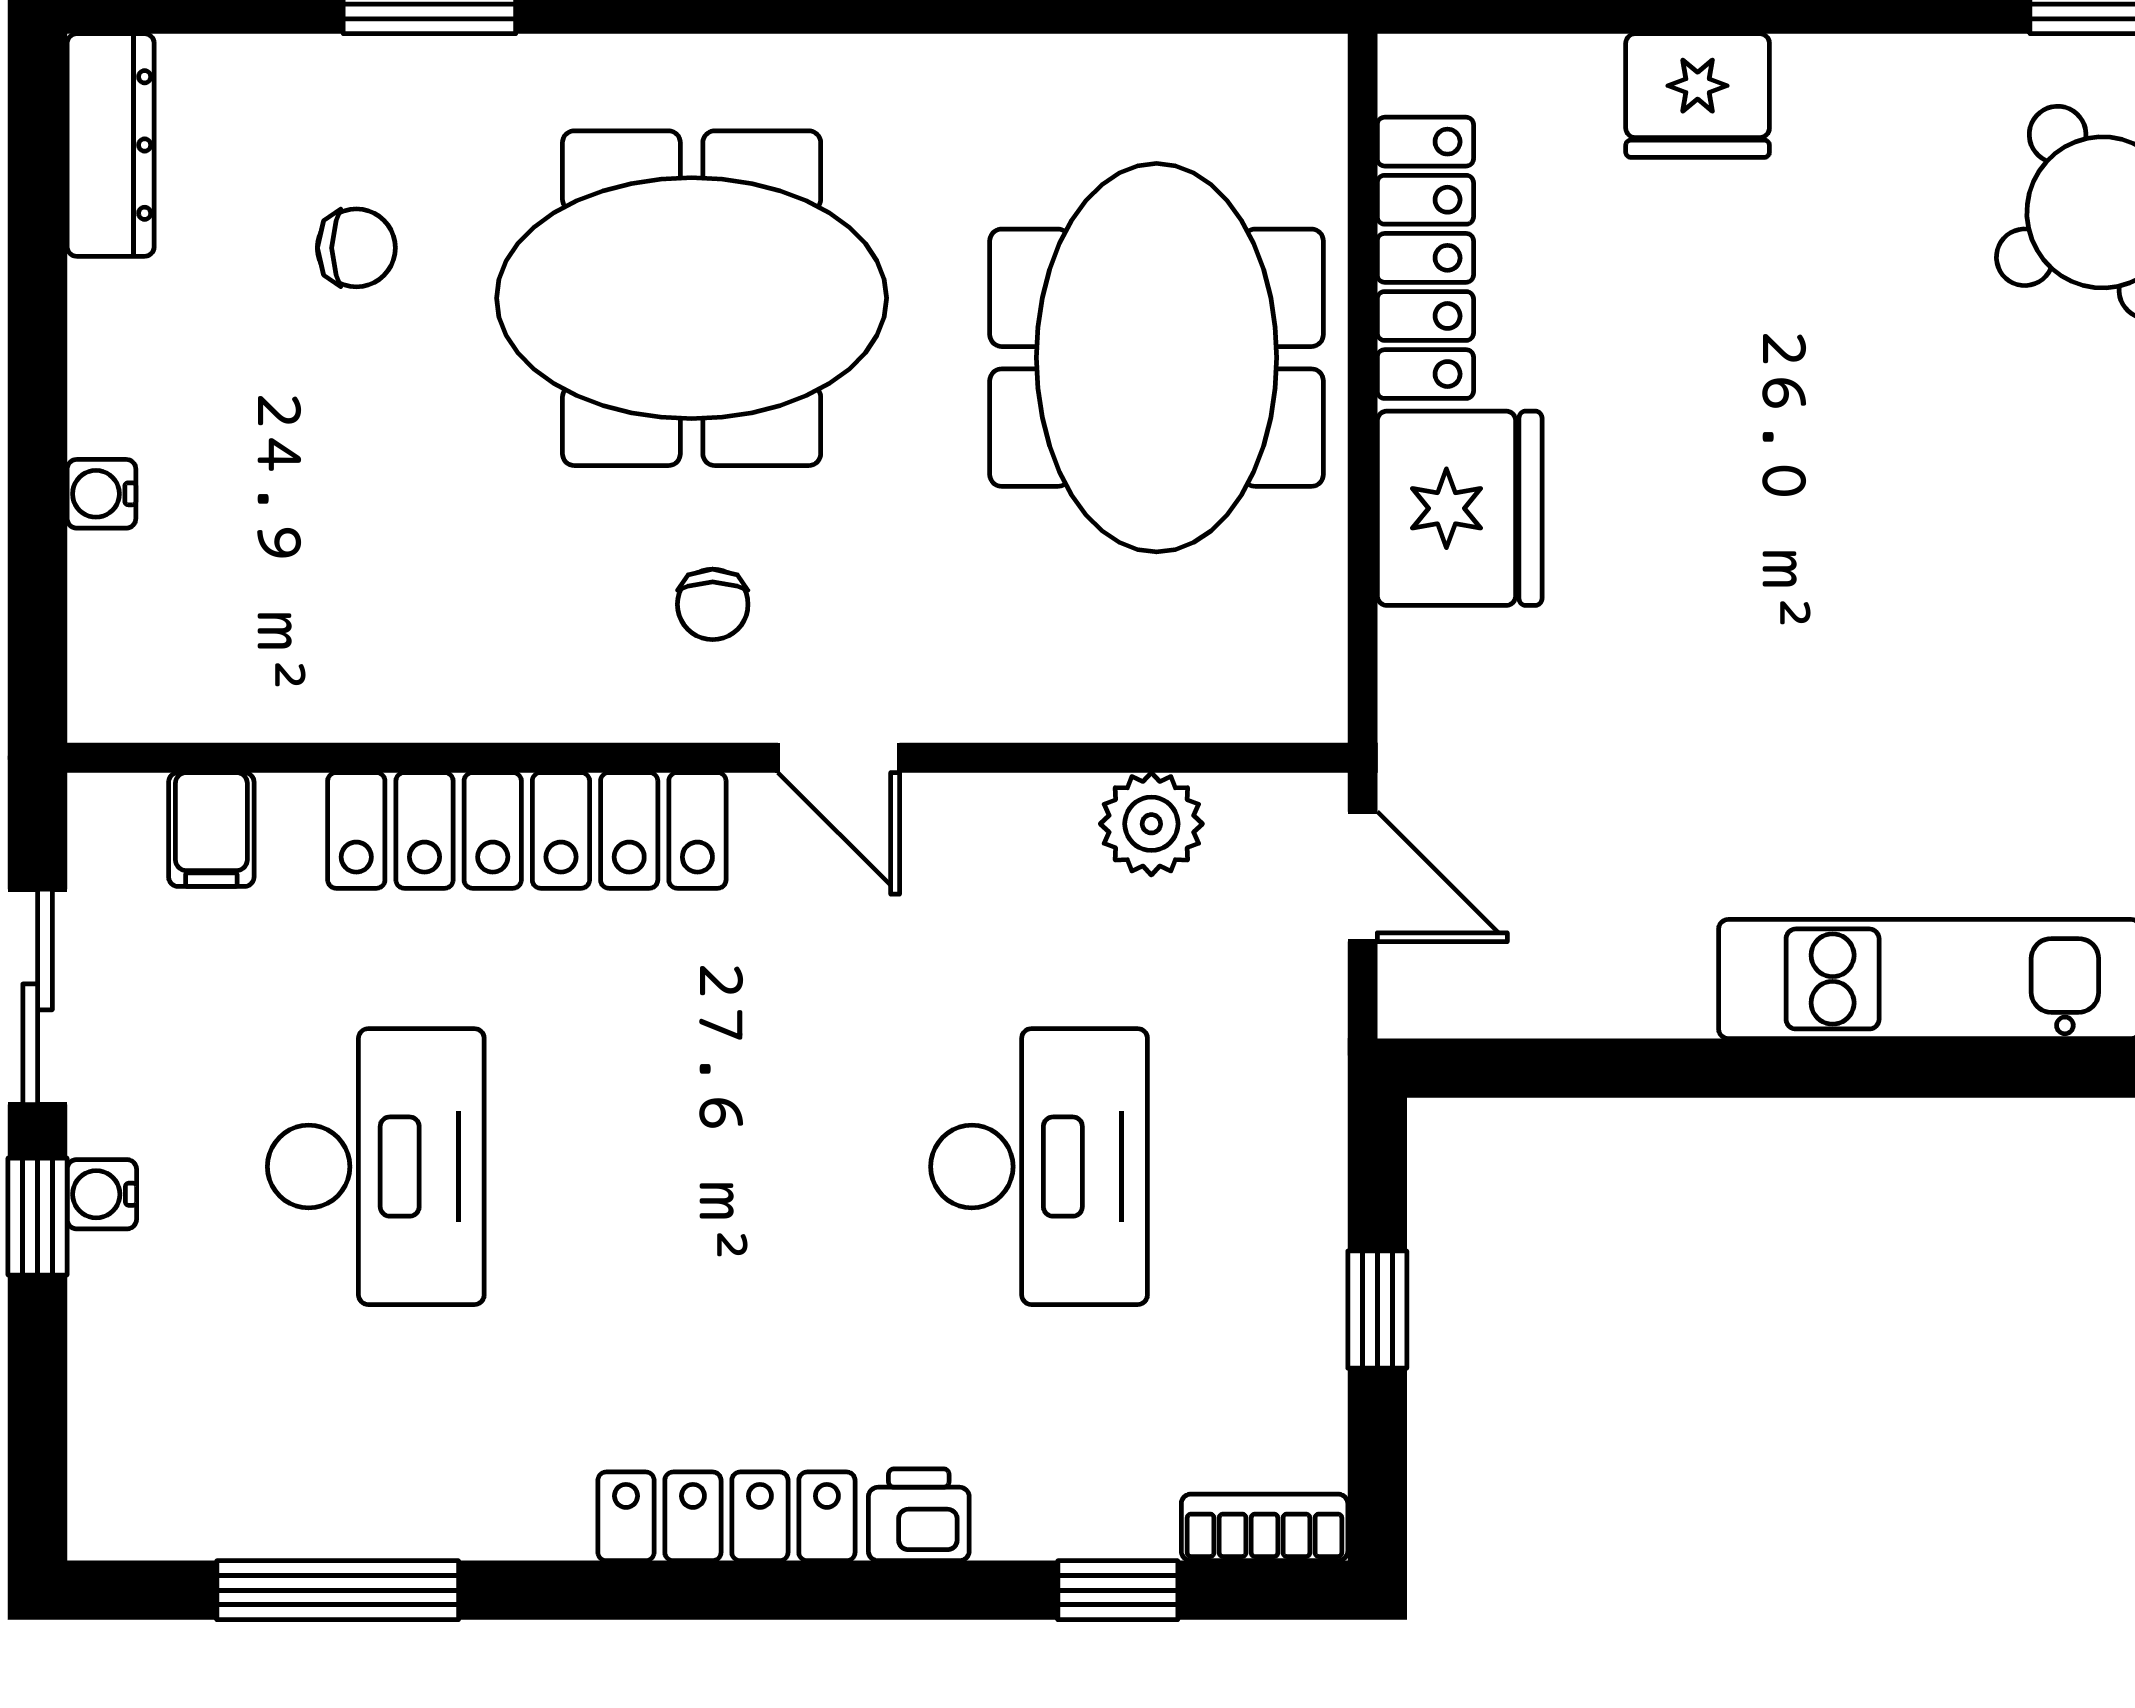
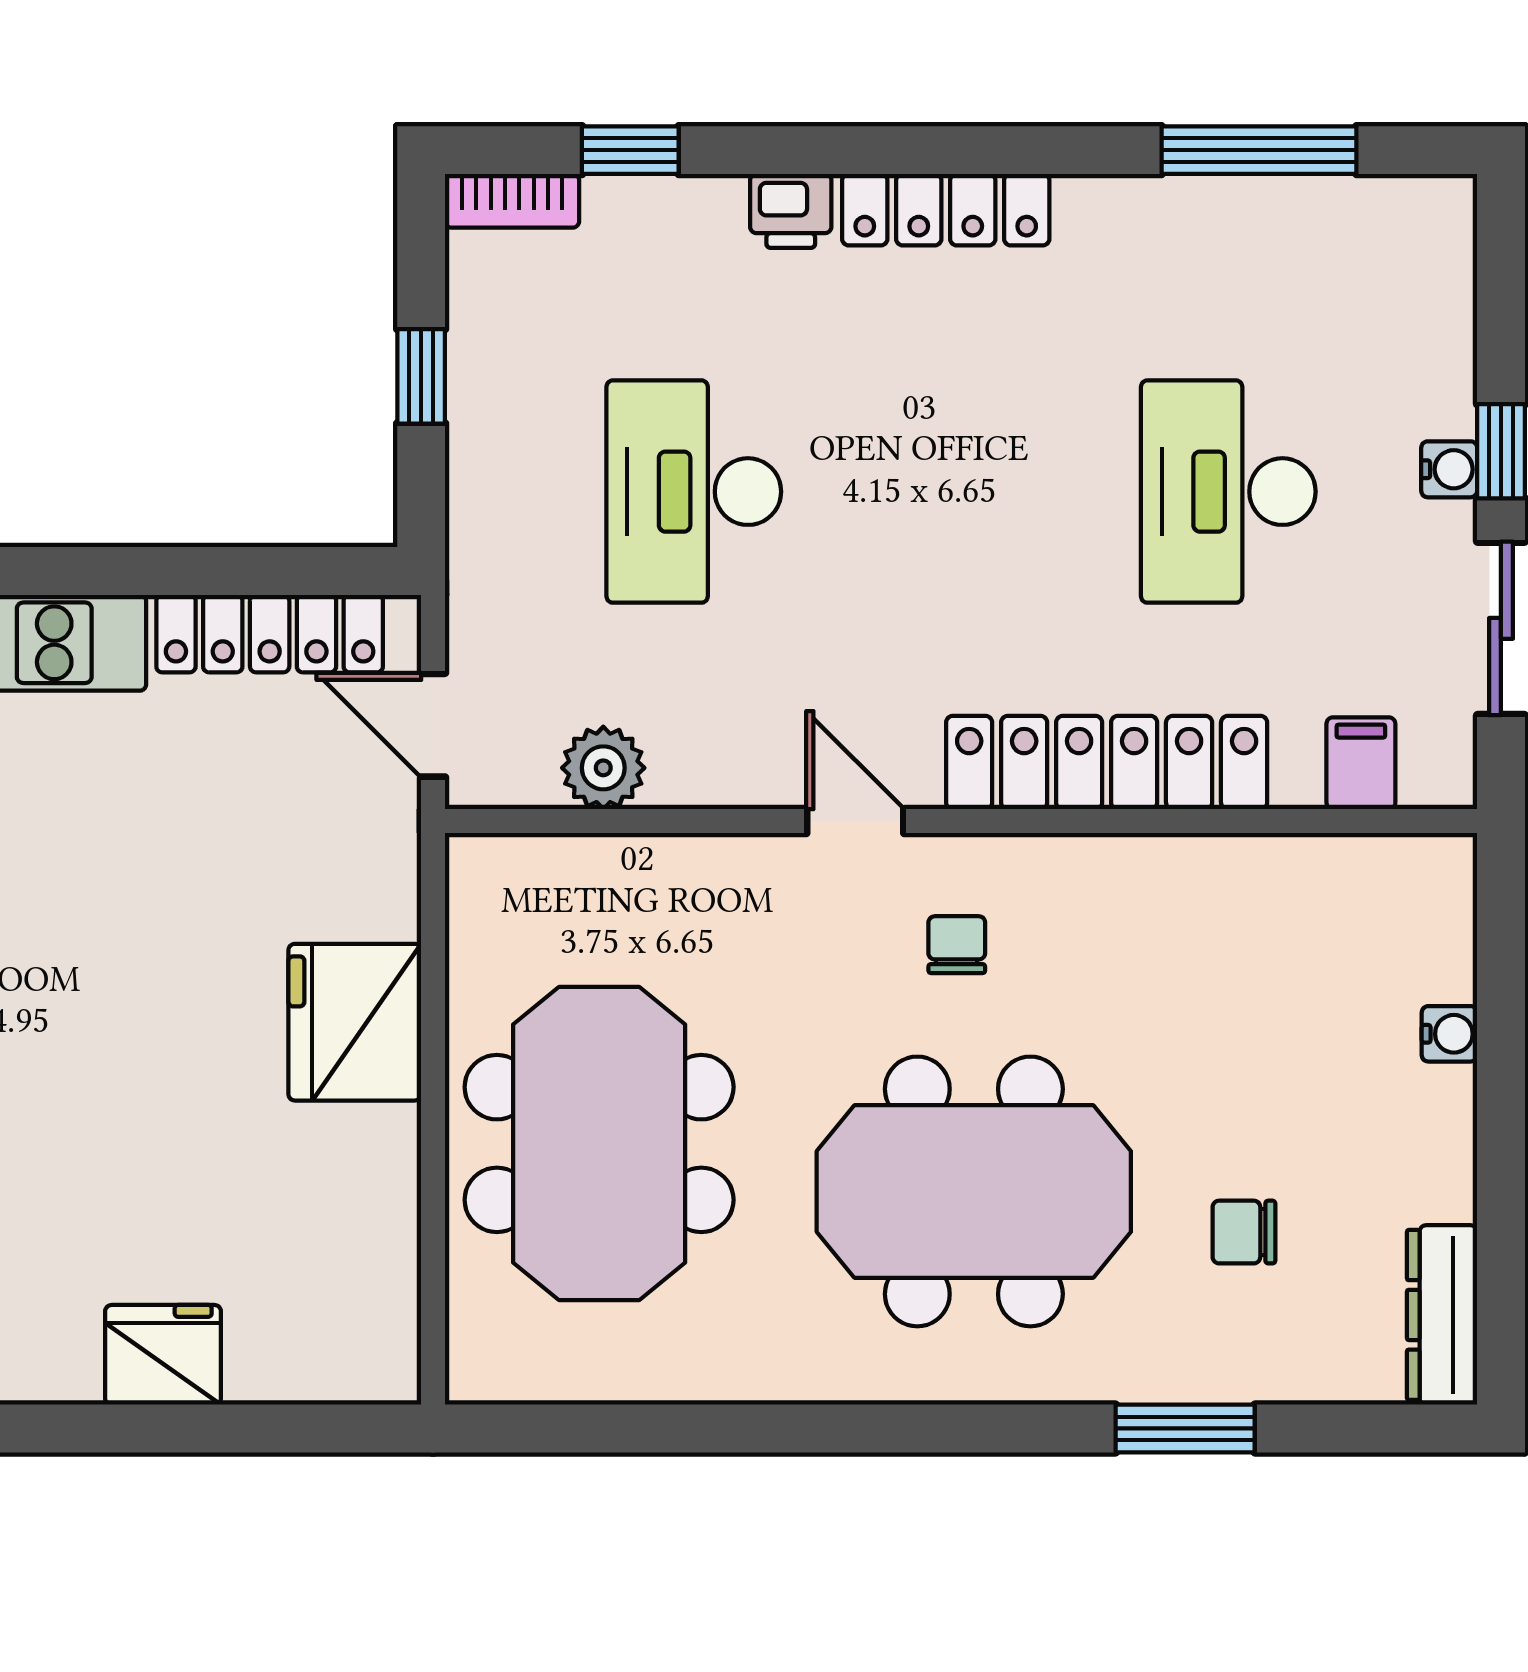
locker: (1425, 258) -> (270, 634), moved, turned -90

